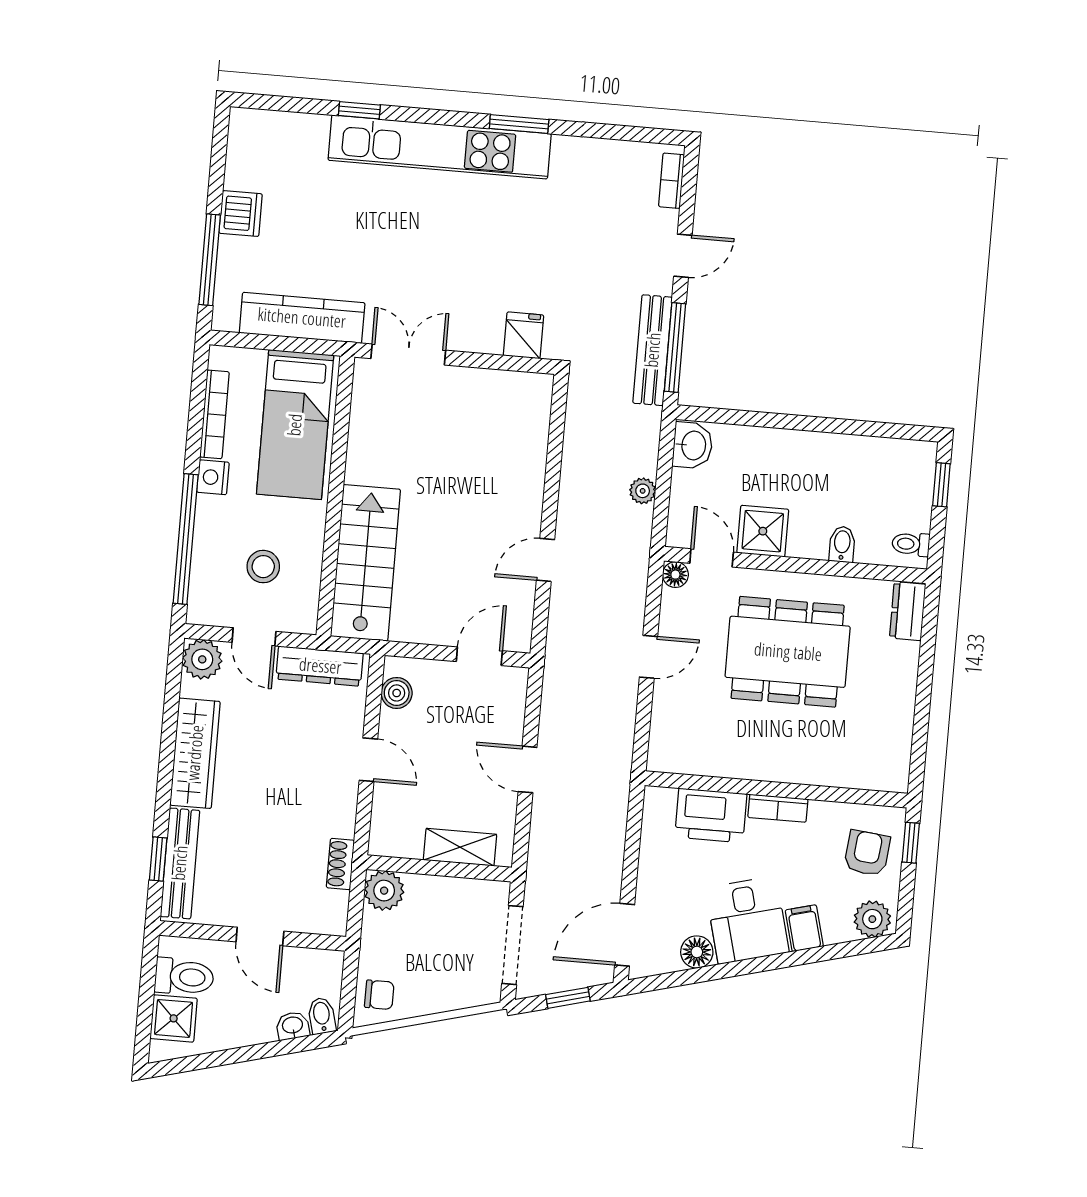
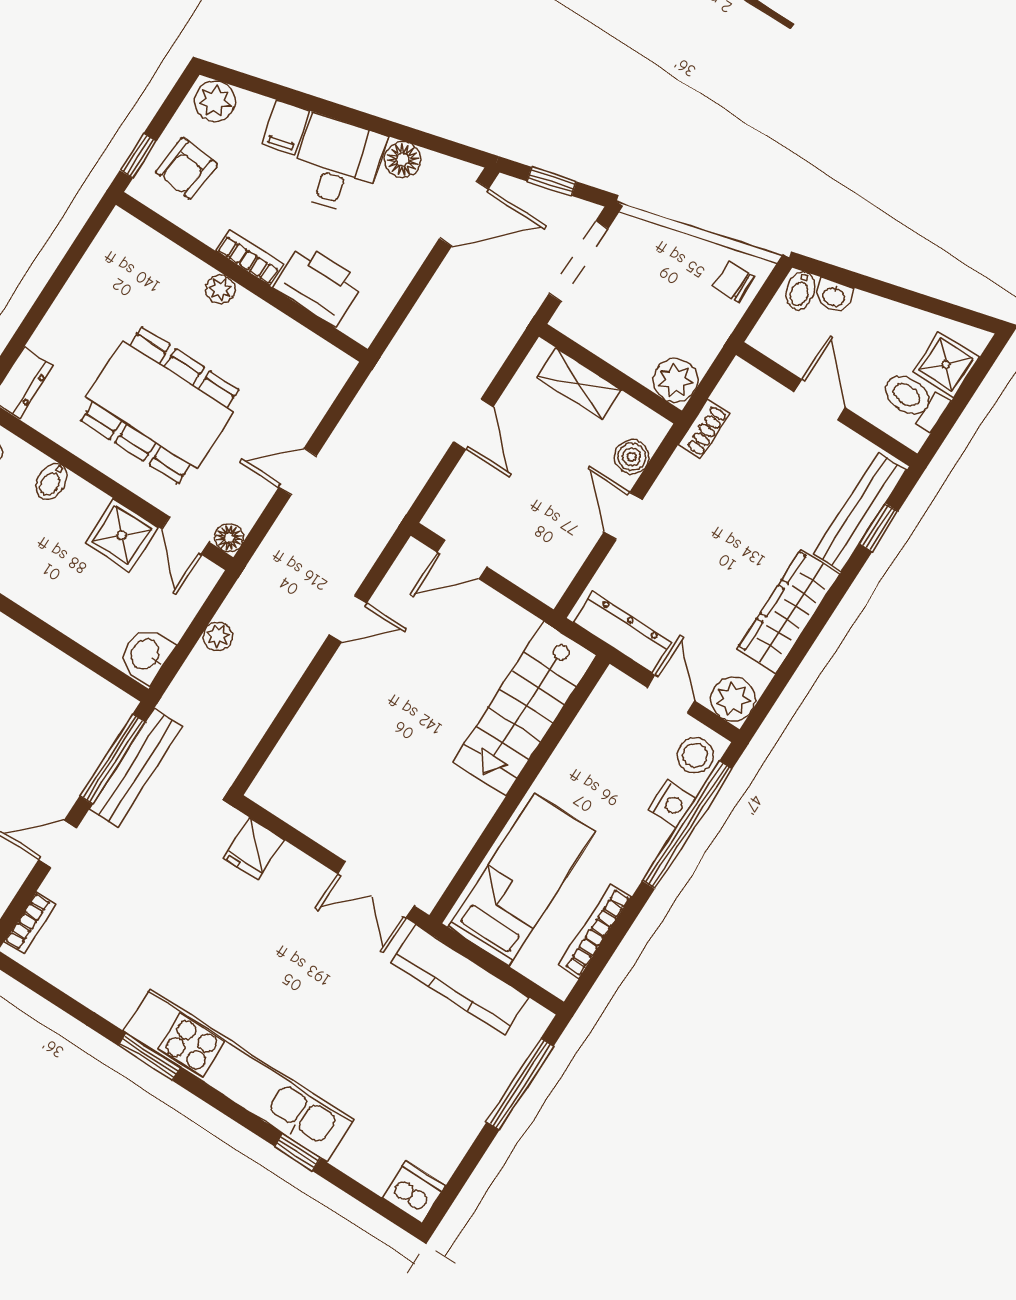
dishwasher: (241, 214) -> (414, 1192), moved, turned 90
nightstand: (213, 477) -> (672, 804), moved
stool: (263, 567) -> (695, 755), moved
boiler: (397, 693) -> (632, 457), moved
plant: (788, 770) -> (220, 289), added

